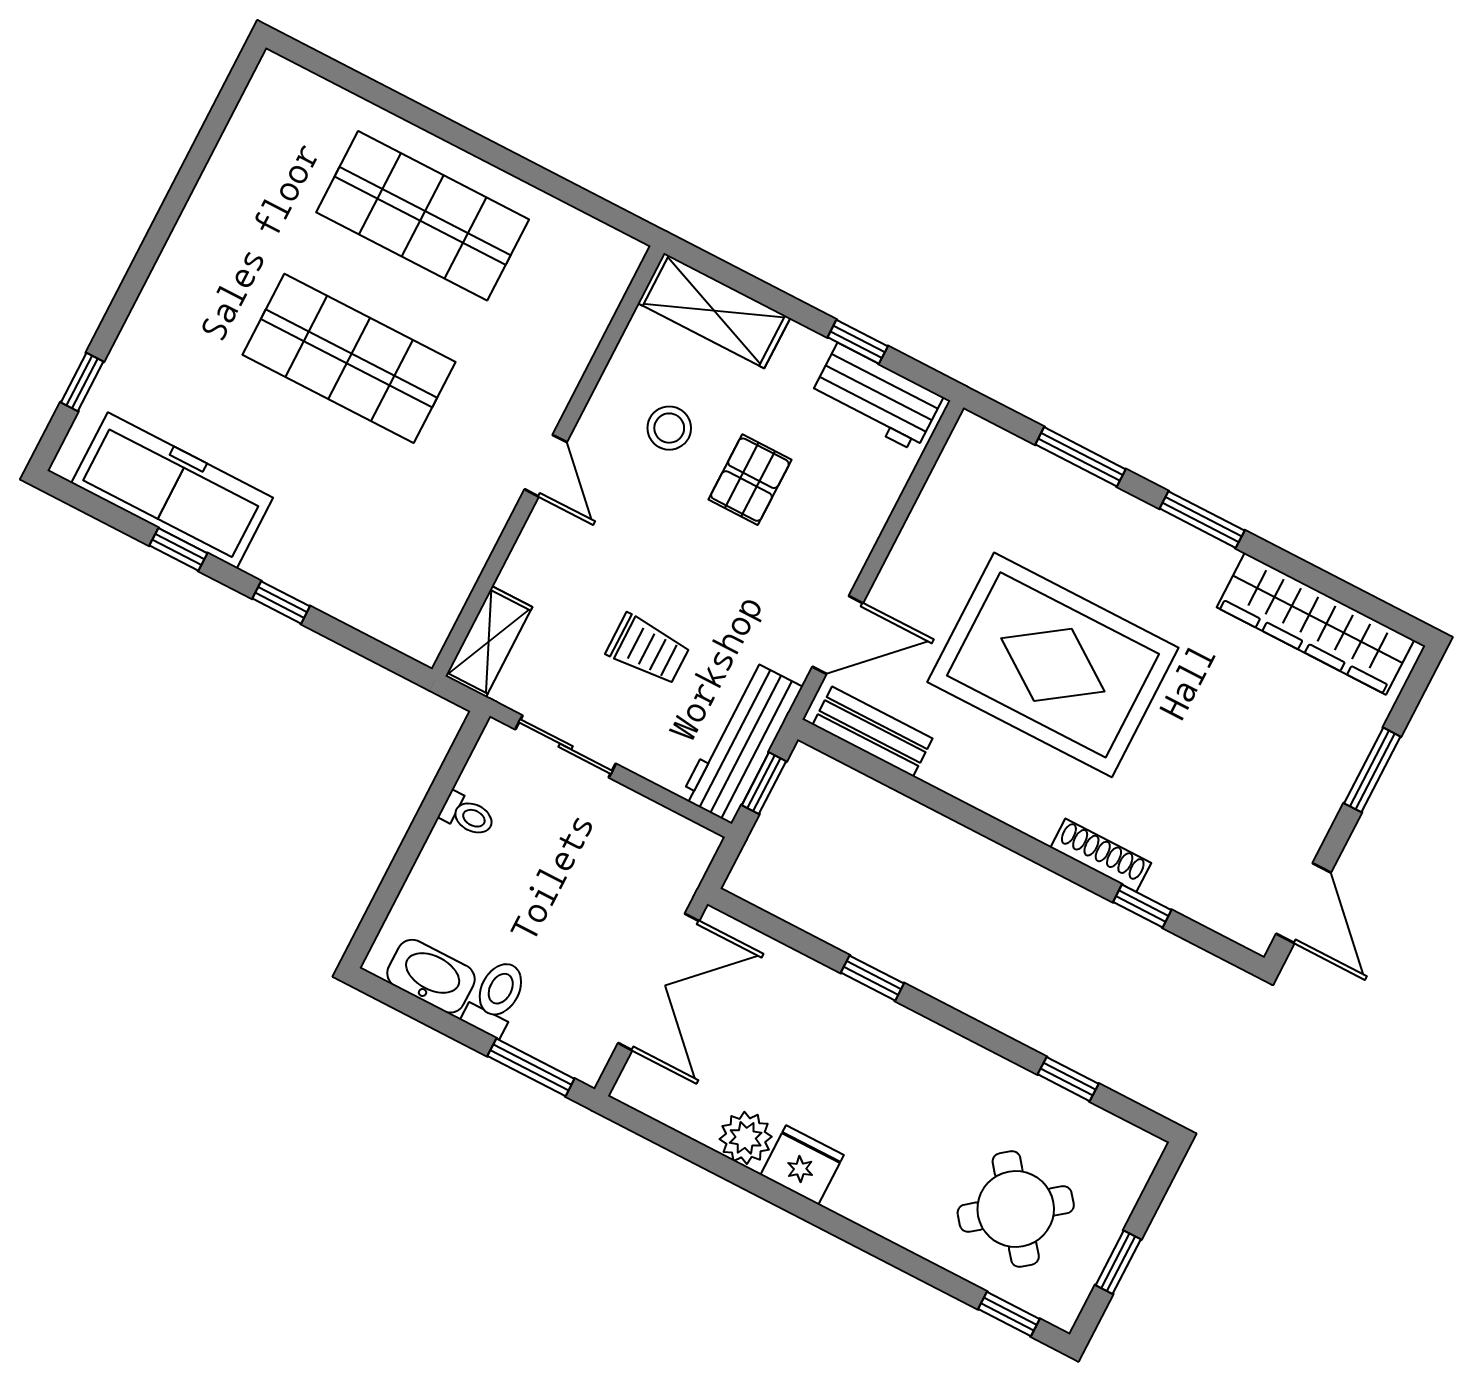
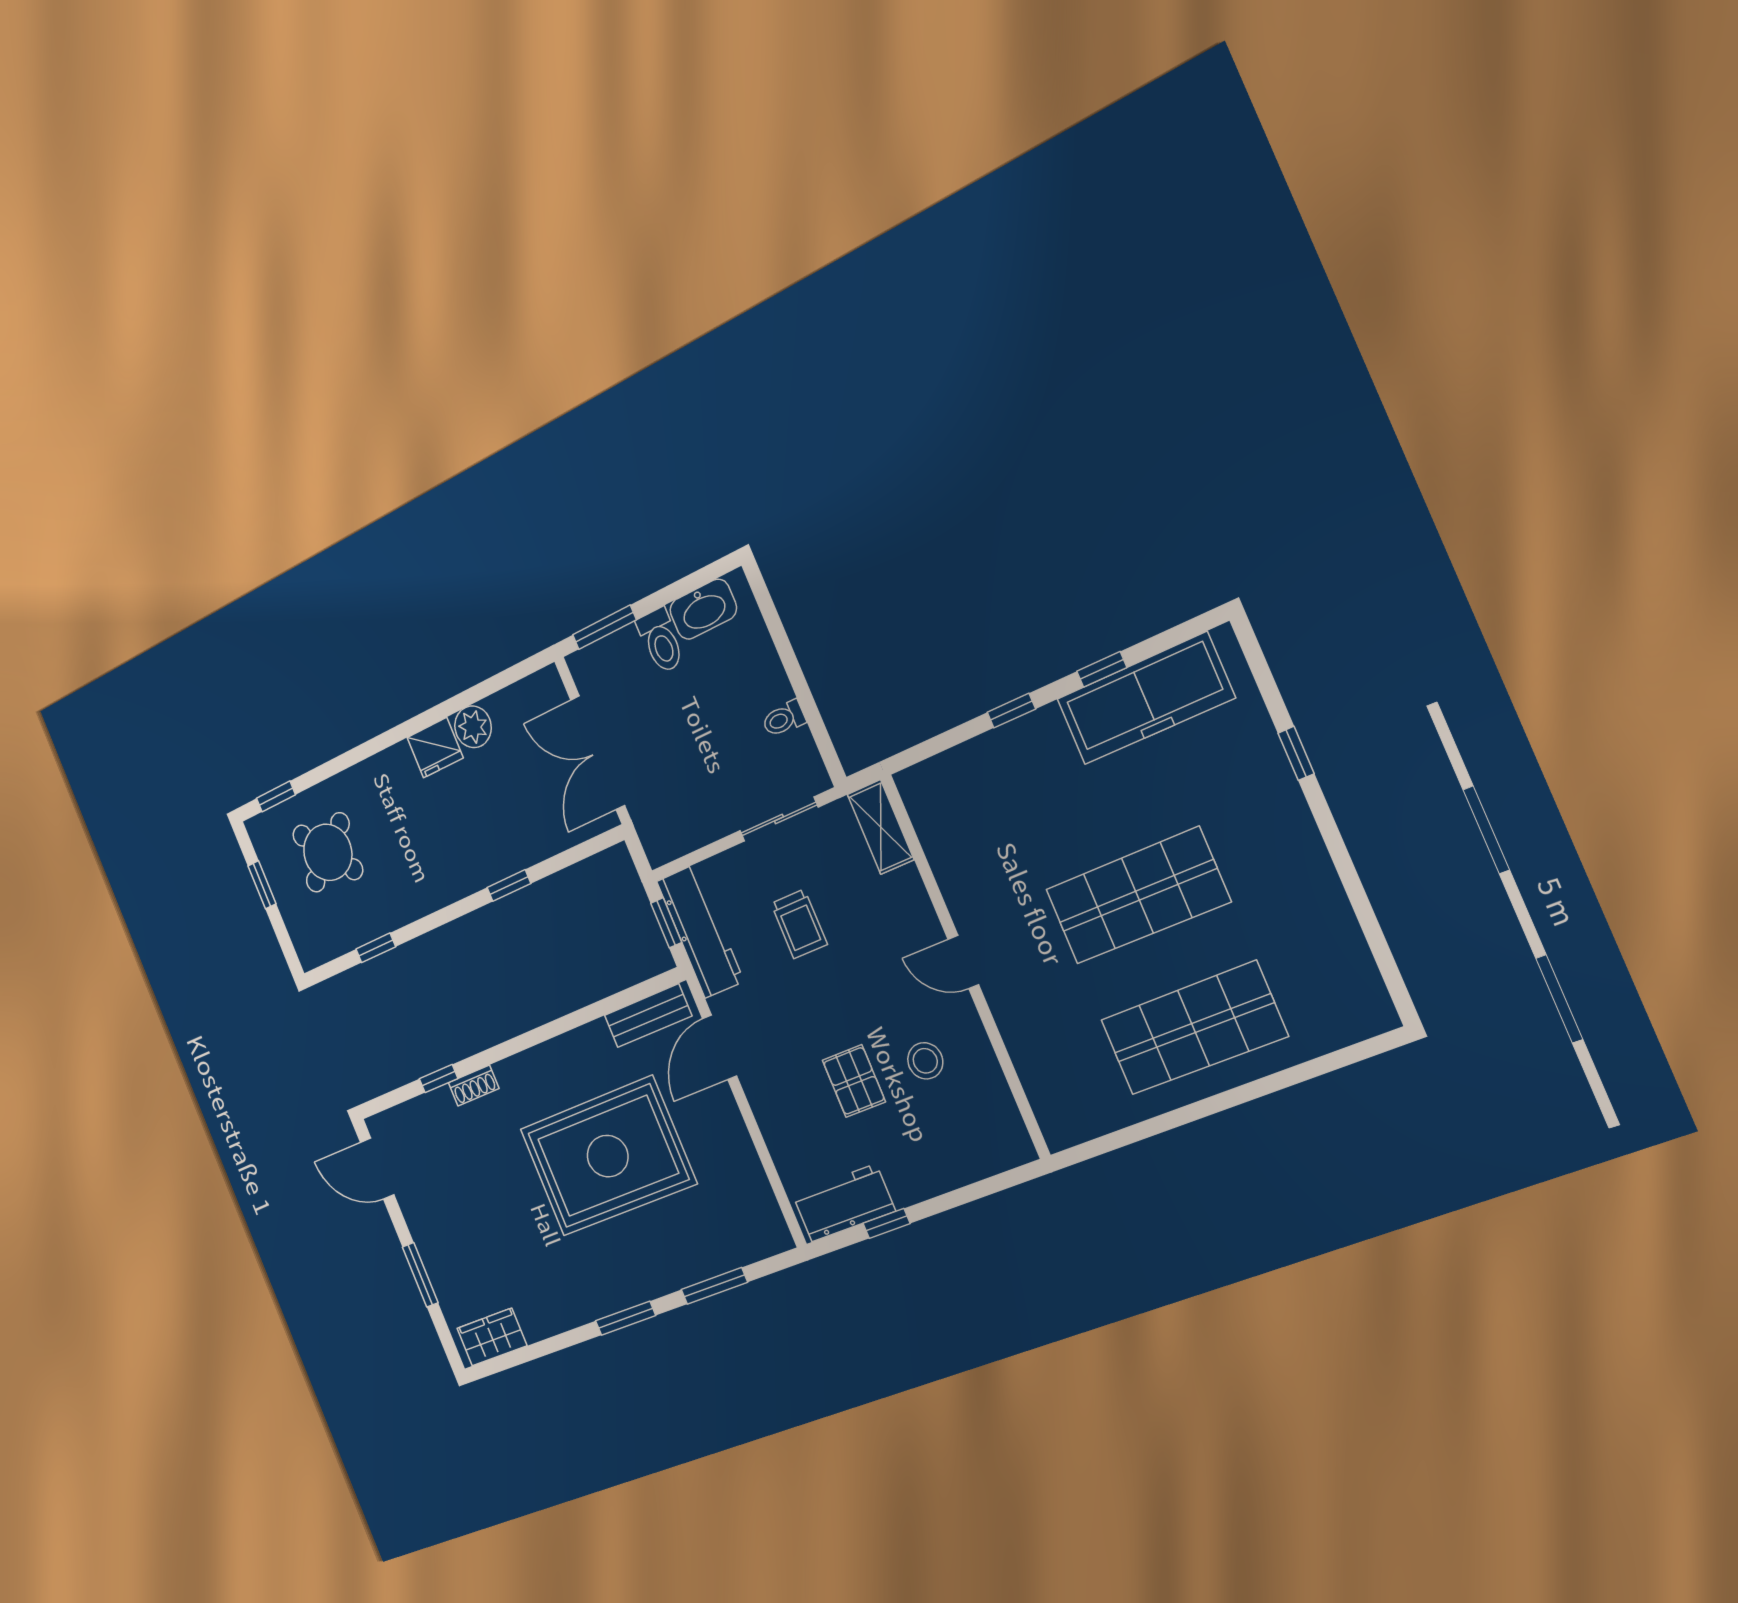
shelving: (714, 311) -> (977, 1156), removed
window: (82, 382) -> (1296, 753), moved
wardrobe: (1315, 624) -> (492, 1337), width x0.48, depth x0.85
trolley: (648, 649) -> (799, 924), turned -90
shoe rack: (1101, 855) -> (474, 1086), width x0.70

